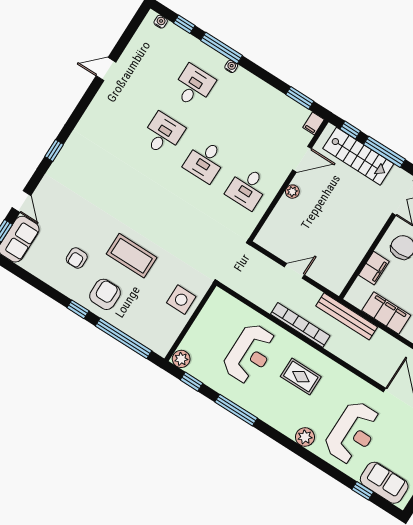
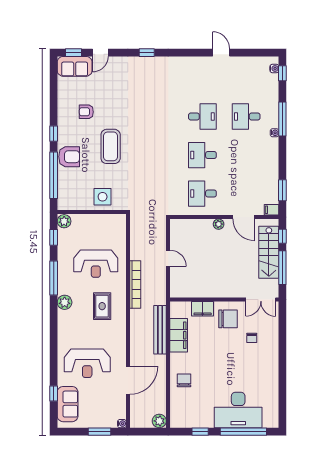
window: (184, 24) -> (282, 73), moved
desk: (194, 86) -> (246, 116), turned 180
armchair: (105, 294) -> (69, 157), moved
bench: (347, 316) -> (160, 330), moved
plant: (305, 437) -> (65, 302), moved

